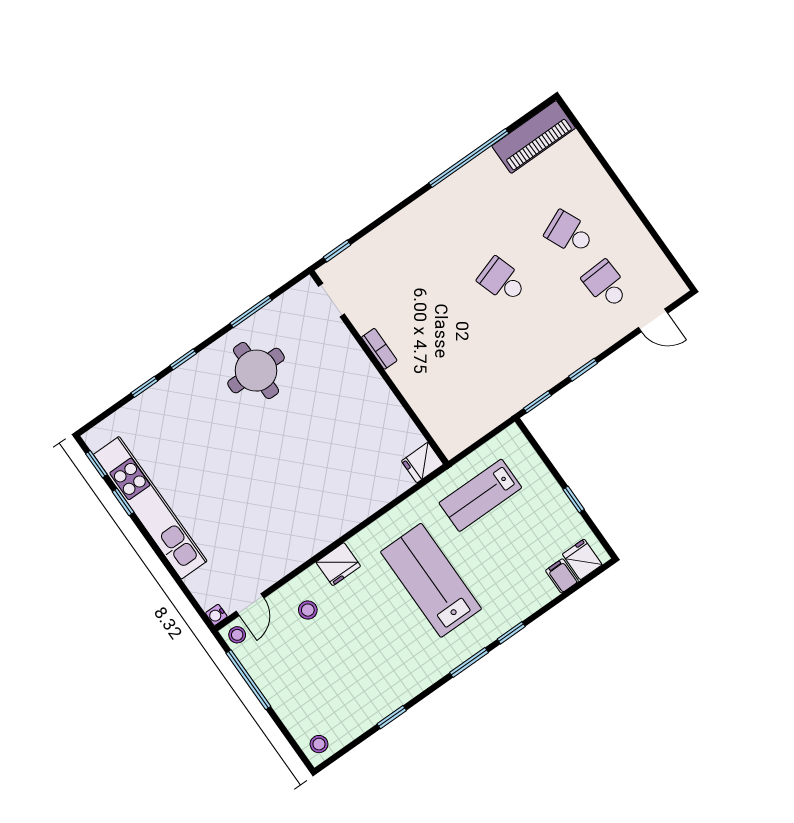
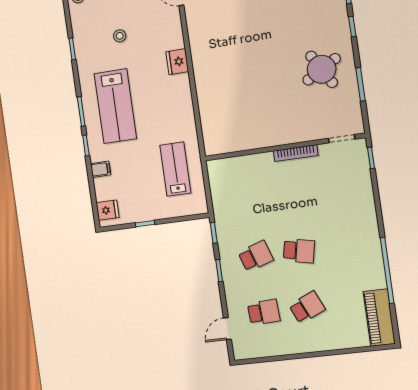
school desk: (502, 281) -> (299, 251), turned 30
school desk: (539, 332) -> (256, 256), added
bookcase: (379, 349) -> (296, 153), width x1.56
round table: (256, 371) -> (322, 69), turned -30
fridge: (422, 463) -> (213, 144), removed
filing cabinet: (562, 576) -> (101, 169), moved
lab bench: (431, 580) -> (115, 106), moved, turned 90
stool: (308, 610) -> (120, 36), moved

